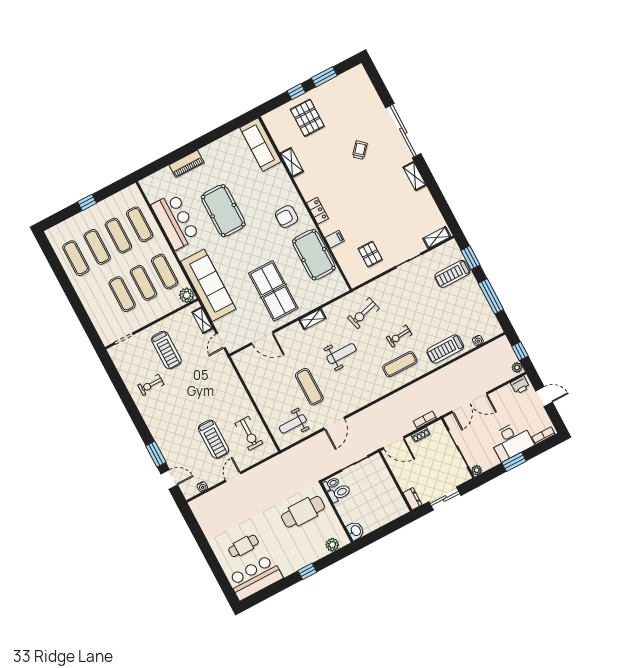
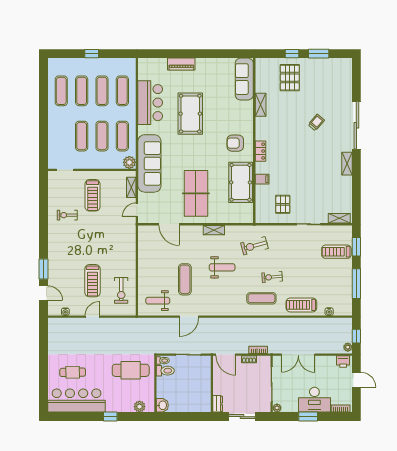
bar counter: (255, 578) -> (77, 401), width x1.36

